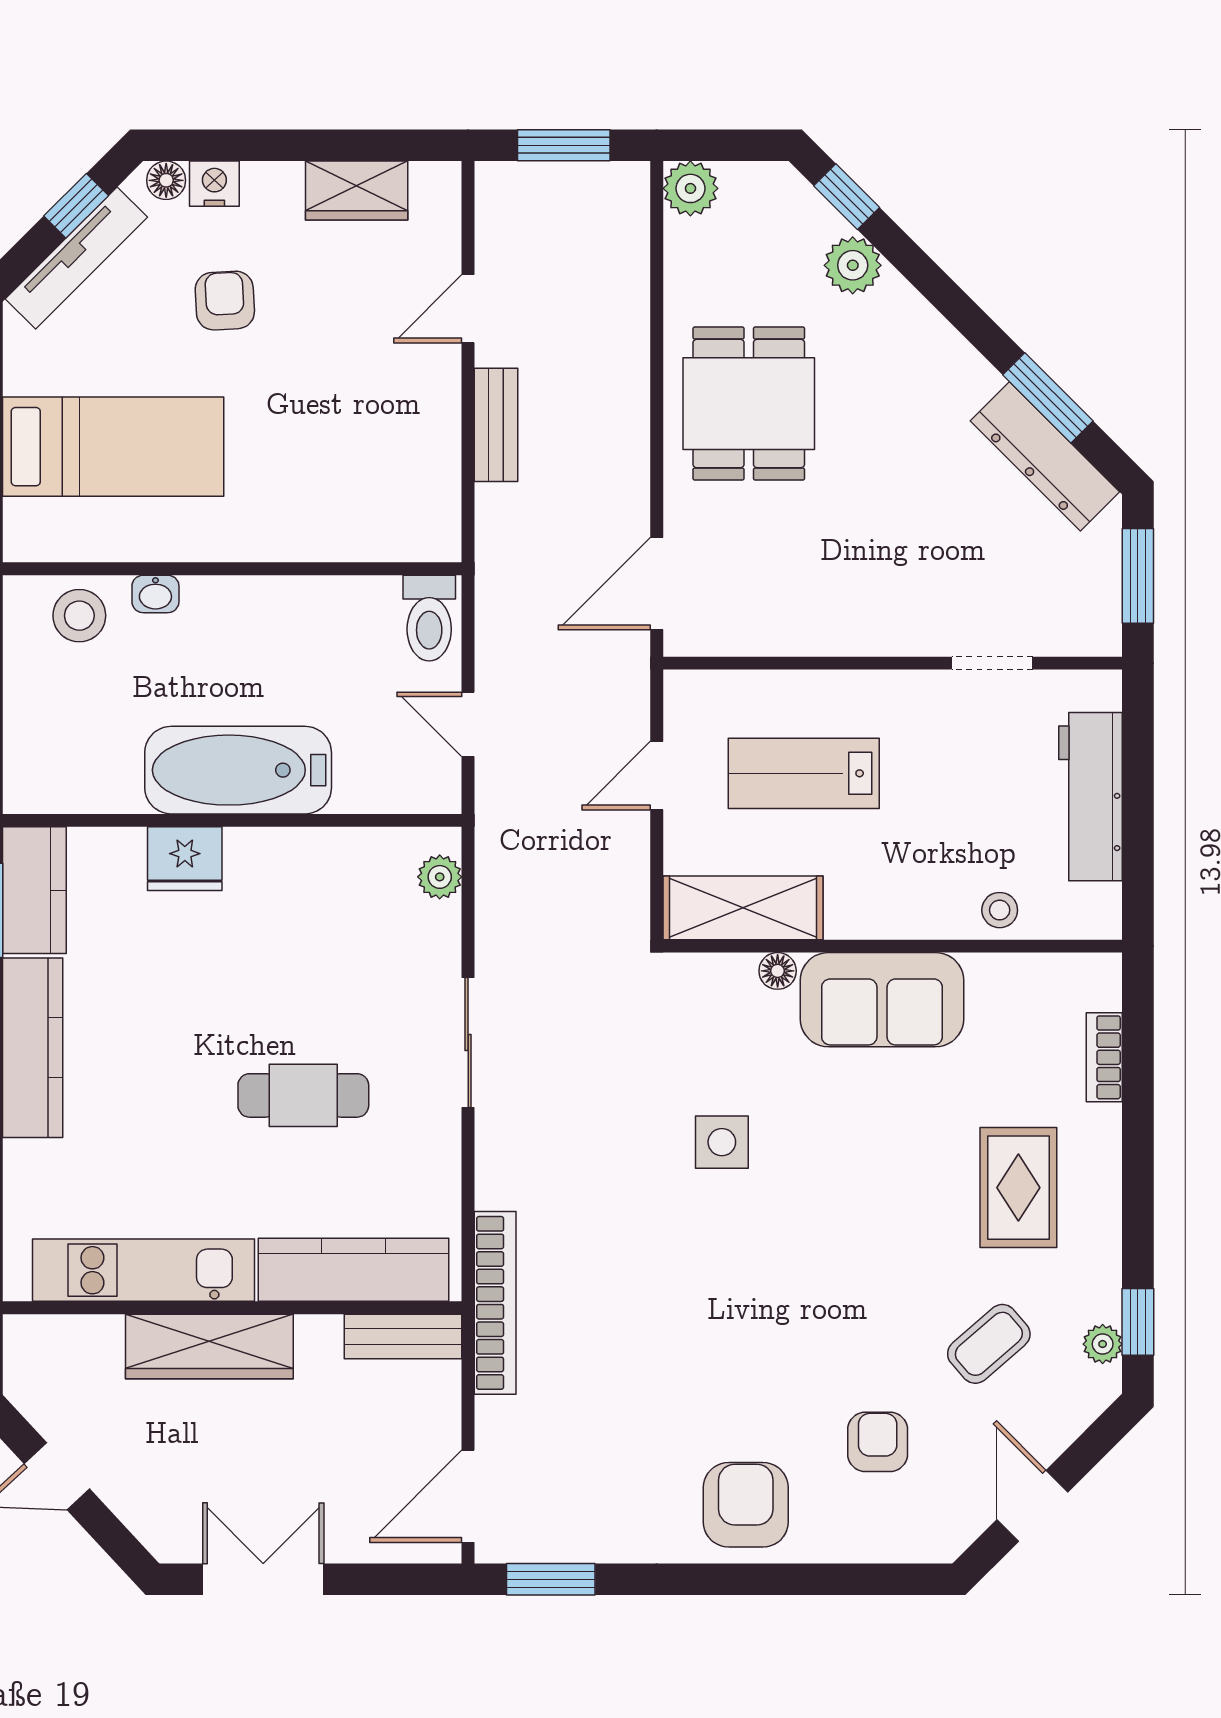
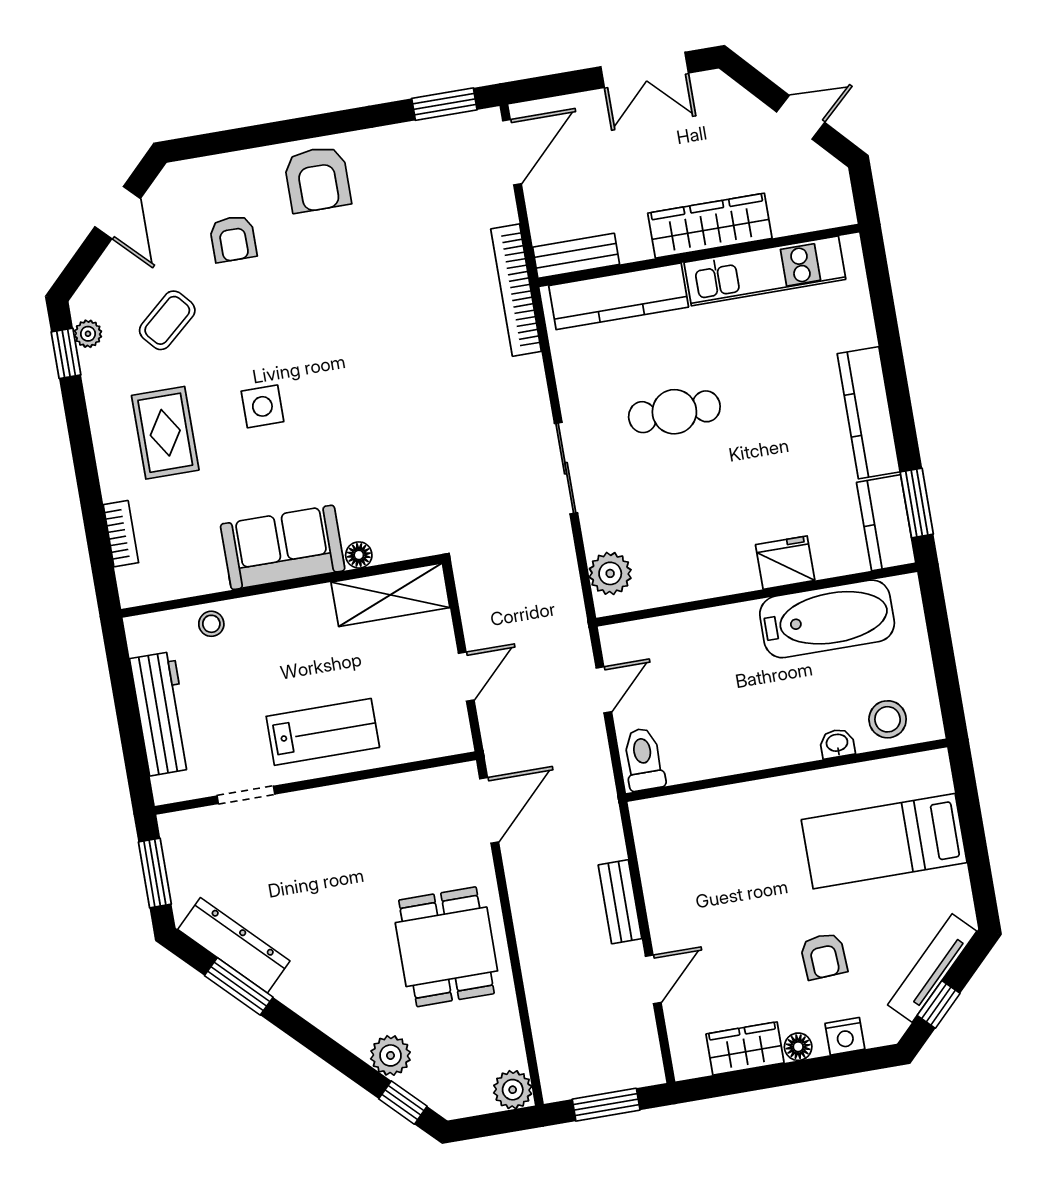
floor lamp: (166, 180) -> (798, 1047), moved
door: (468, 724) -> (604, 690), hinge flipped
bathtub: (238, 770) -> (827, 619), moved
lab bench: (804, 773) -> (323, 732), moved
plant: (440, 877) -> (610, 573), width x1.38, depth x1.38
side table: (722, 1142) -> (262, 406), moved

